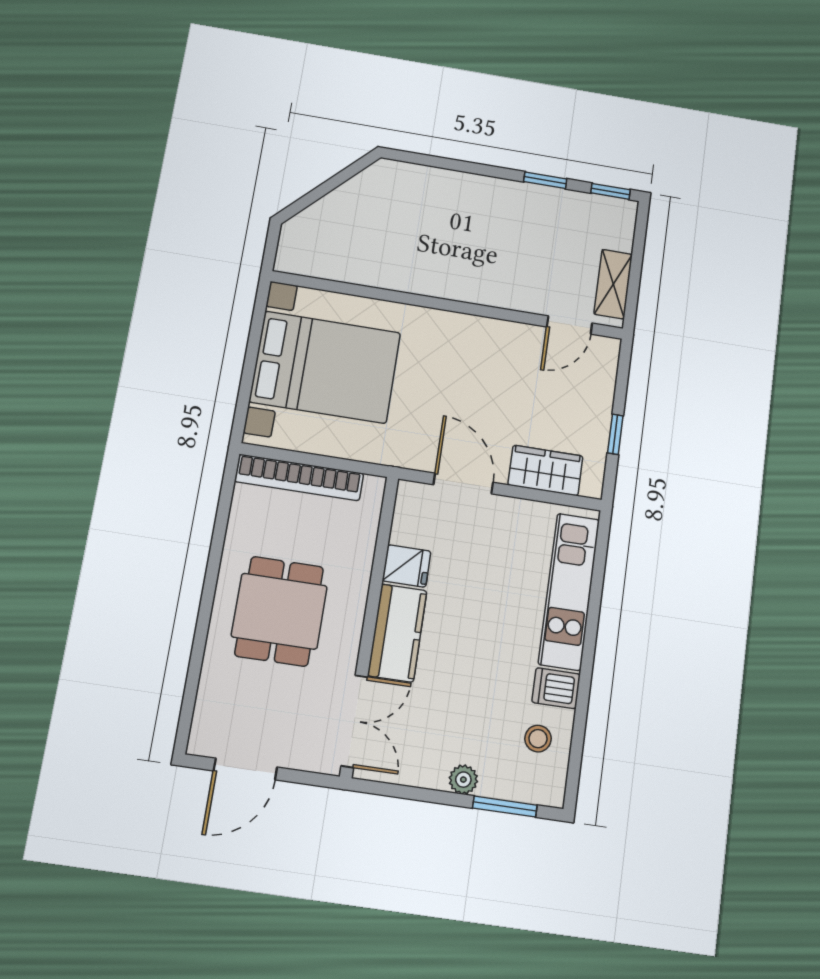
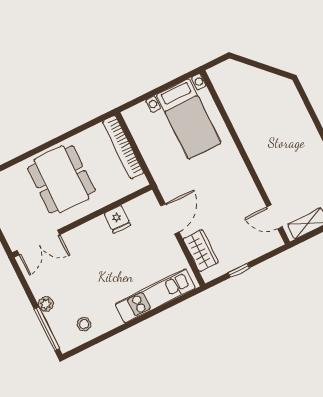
bed with nightstands: (325, 367) -> (189, 119), width x0.73
dining table: (279, 611) -> (61, 179), width x1.38
kitchen counter: (397, 633) -> (87, 235), removed
dishwasher: (556, 688) -> (110, 318), removed
window: (505, 807) -> (47, 329), width x1.44

